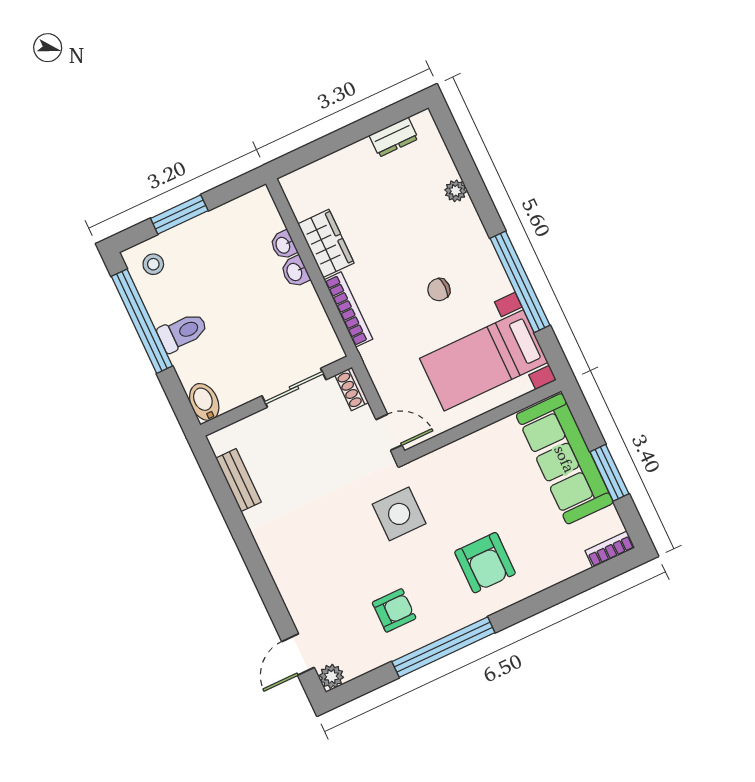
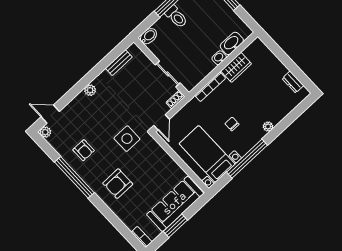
plant: (456, 191) -> (268, 127), moved
washbasin: (283, 245) -> (232, 43), width x1.91, depth x1.45
plant: (276, 557) -> (90, 90), added

